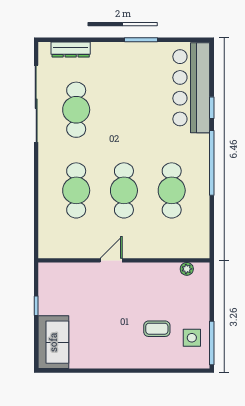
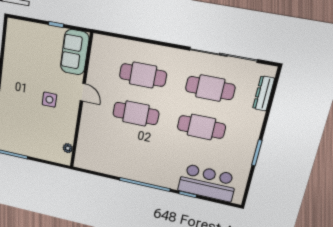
bar counter: (191, 88) -> (207, 183), width x0.73
cafe table: (172, 190) -> (201, 127), moved
coffee table: (157, 329) -> (27, 116), removed
side table: (192, 338) -> (49, 100), moved
sofa: (53, 342) -> (75, 52), moved, turned 90

